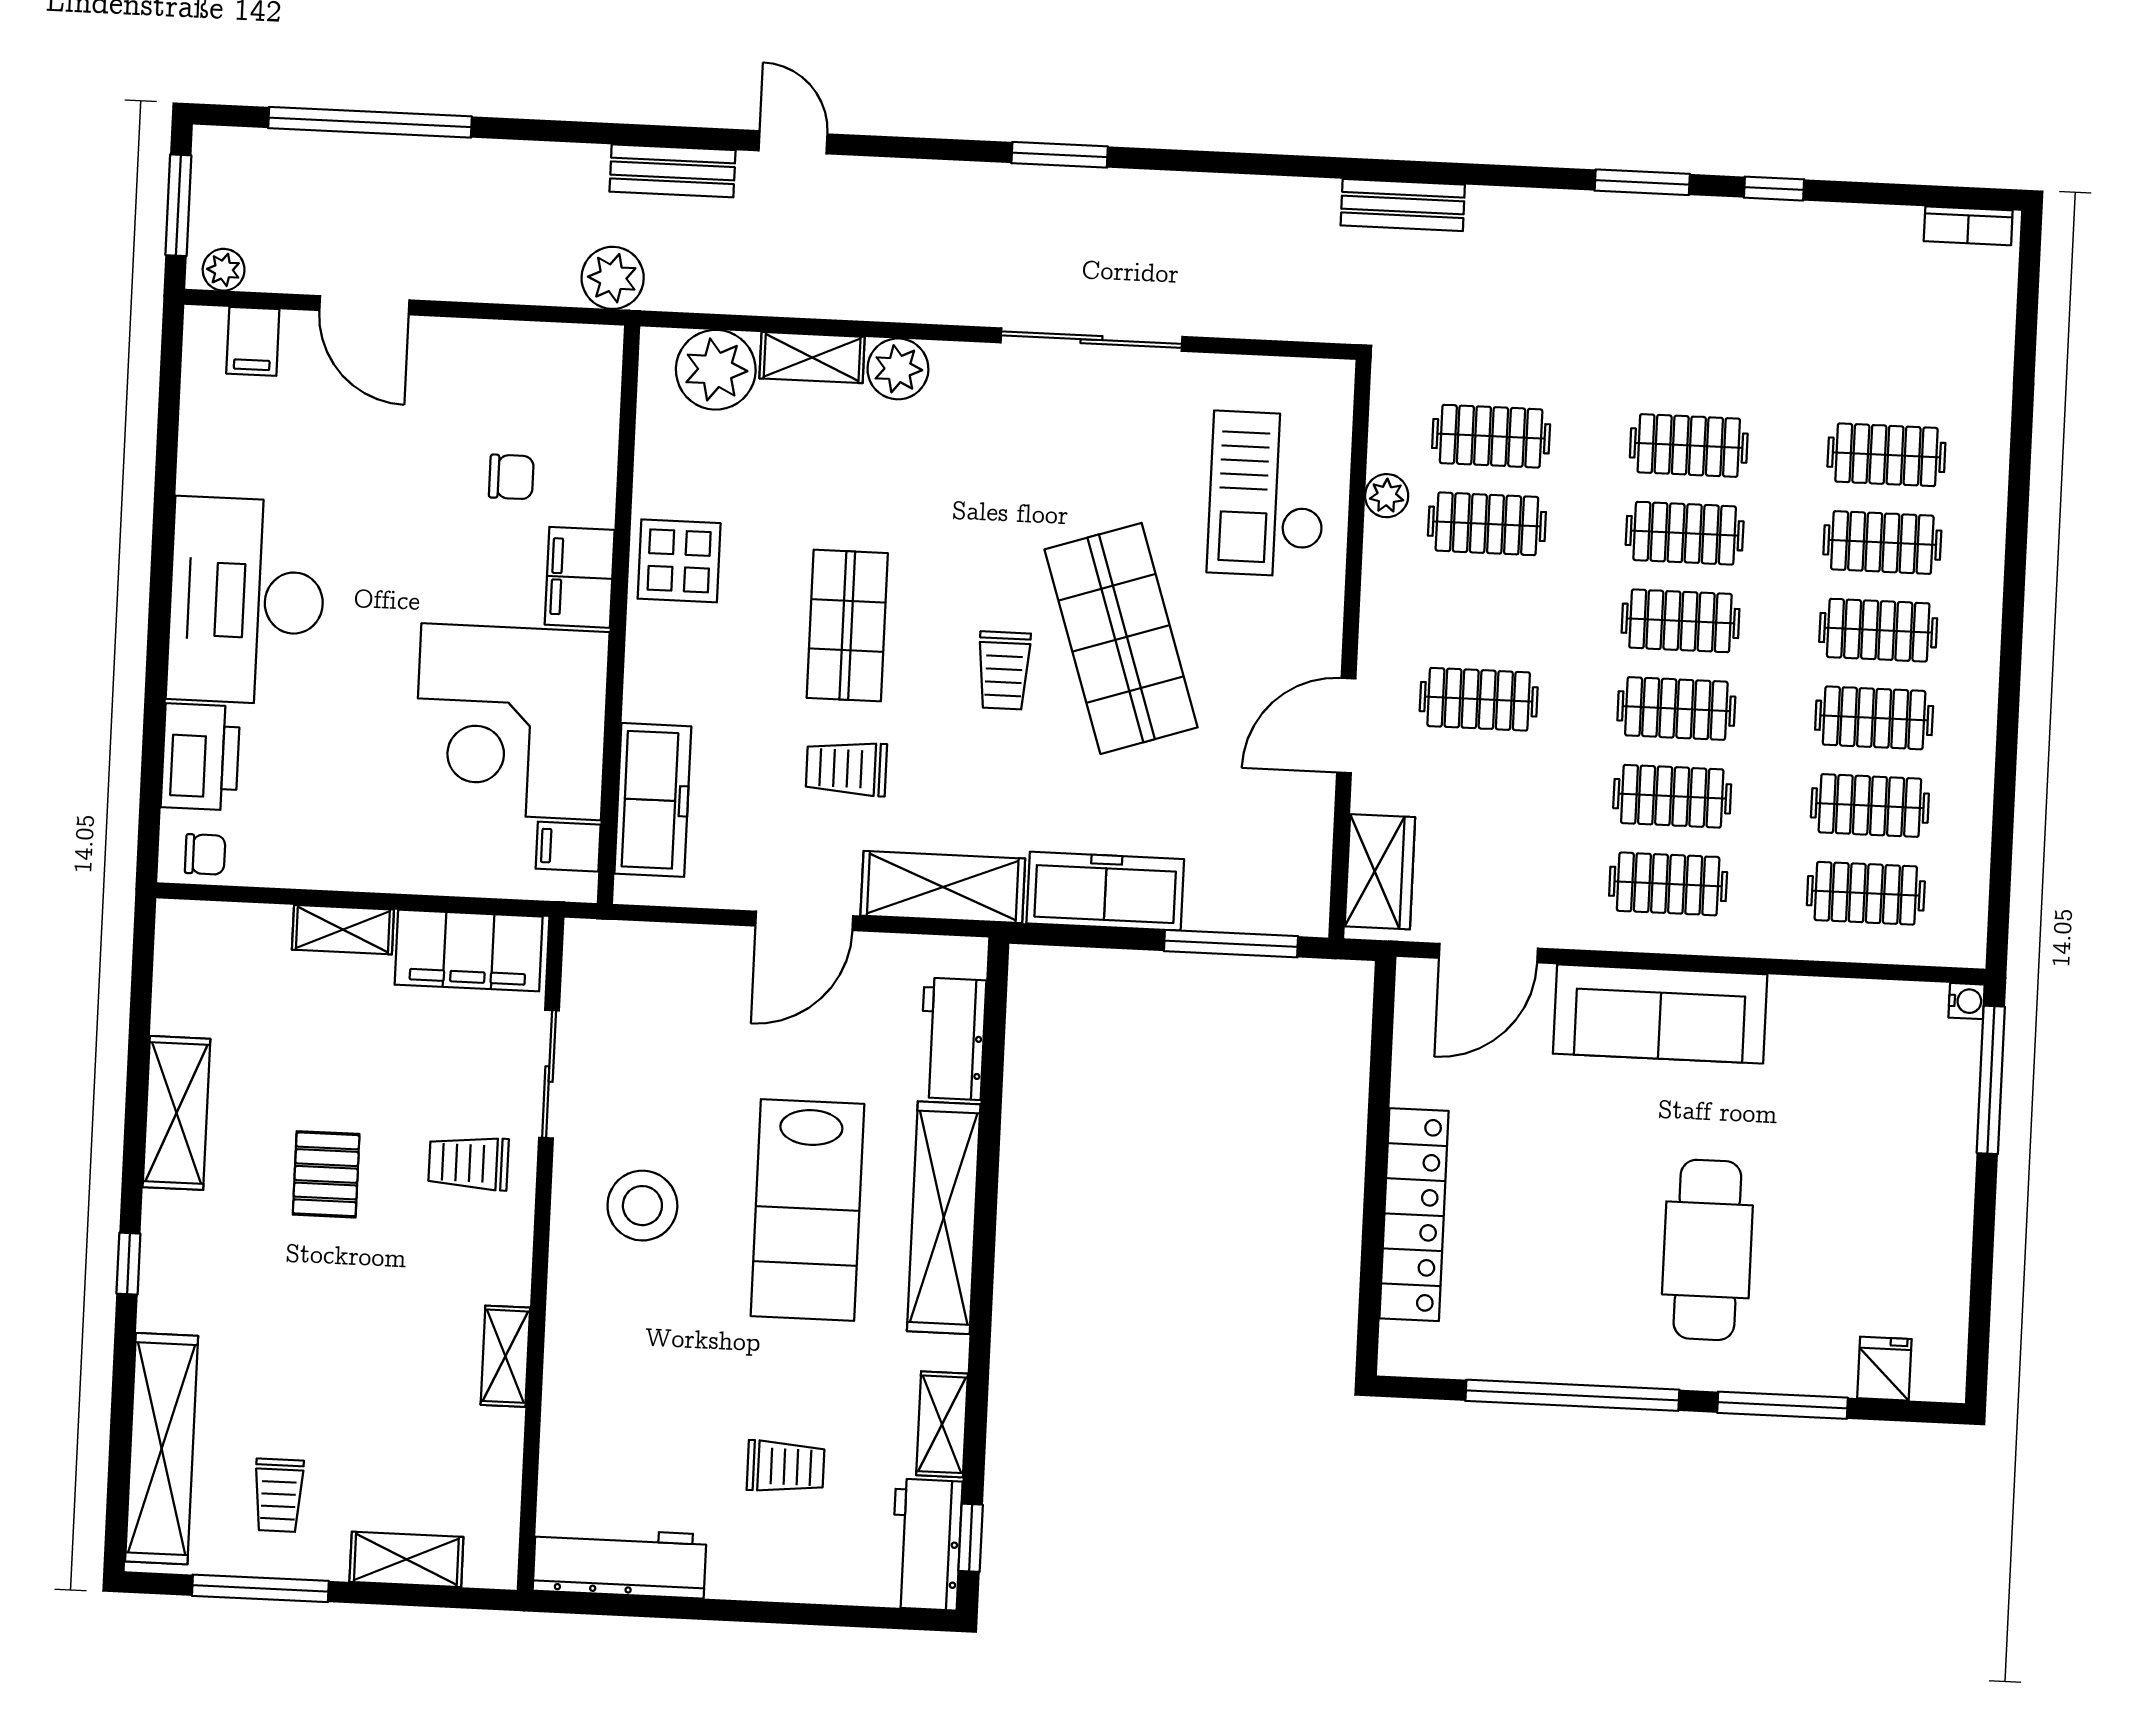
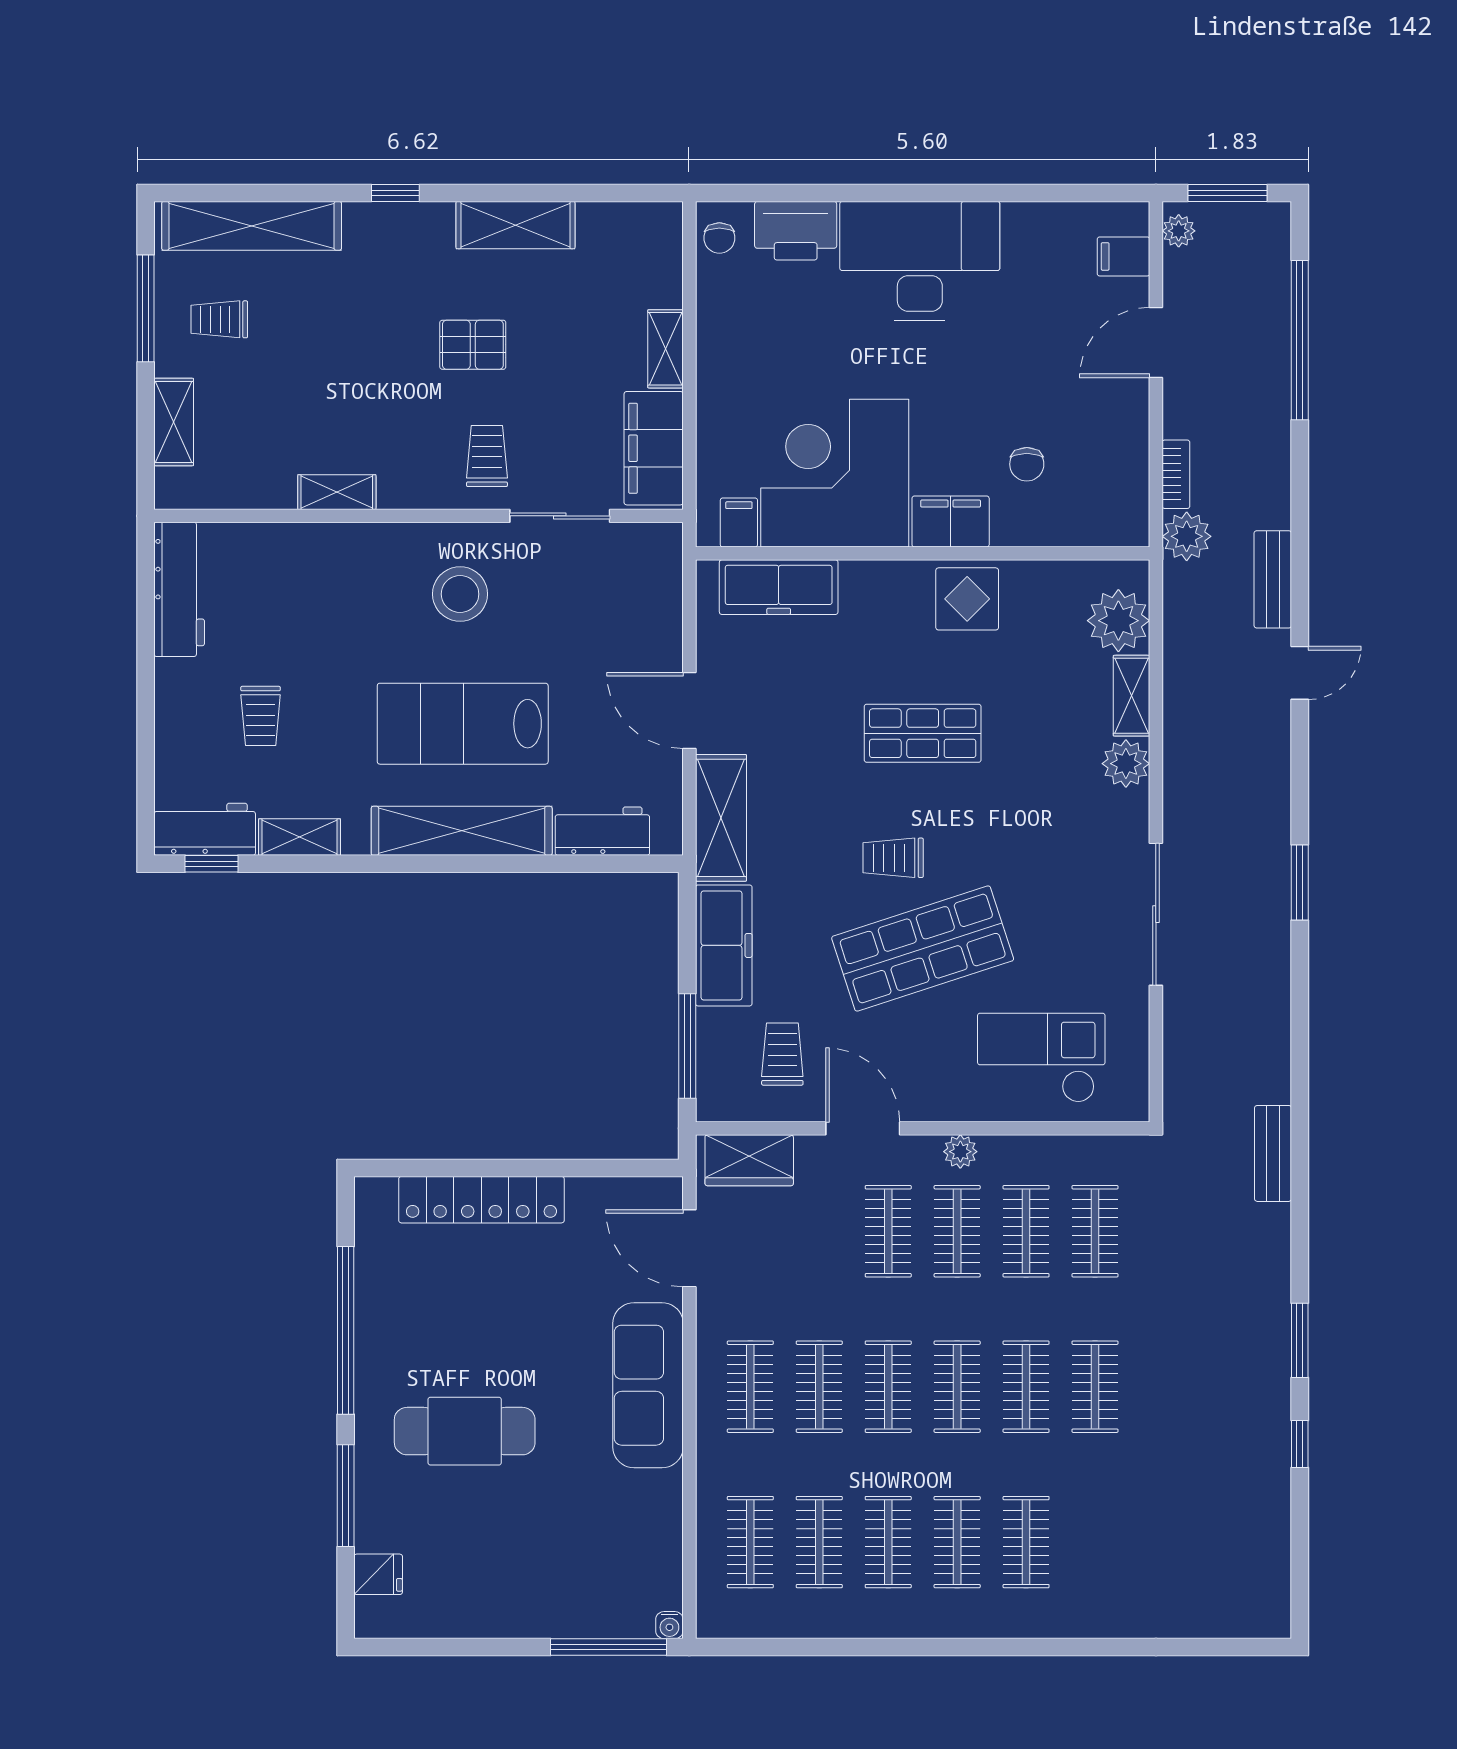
bookcase: (1968, 226) -> (1176, 474), moved, turned 180
clothes rail: (1886, 455) -> (957, 1231), moved
plant: (1387, 496) -> (960, 1152), moved
trolley: (846, 769) -> (782, 1054), moved

